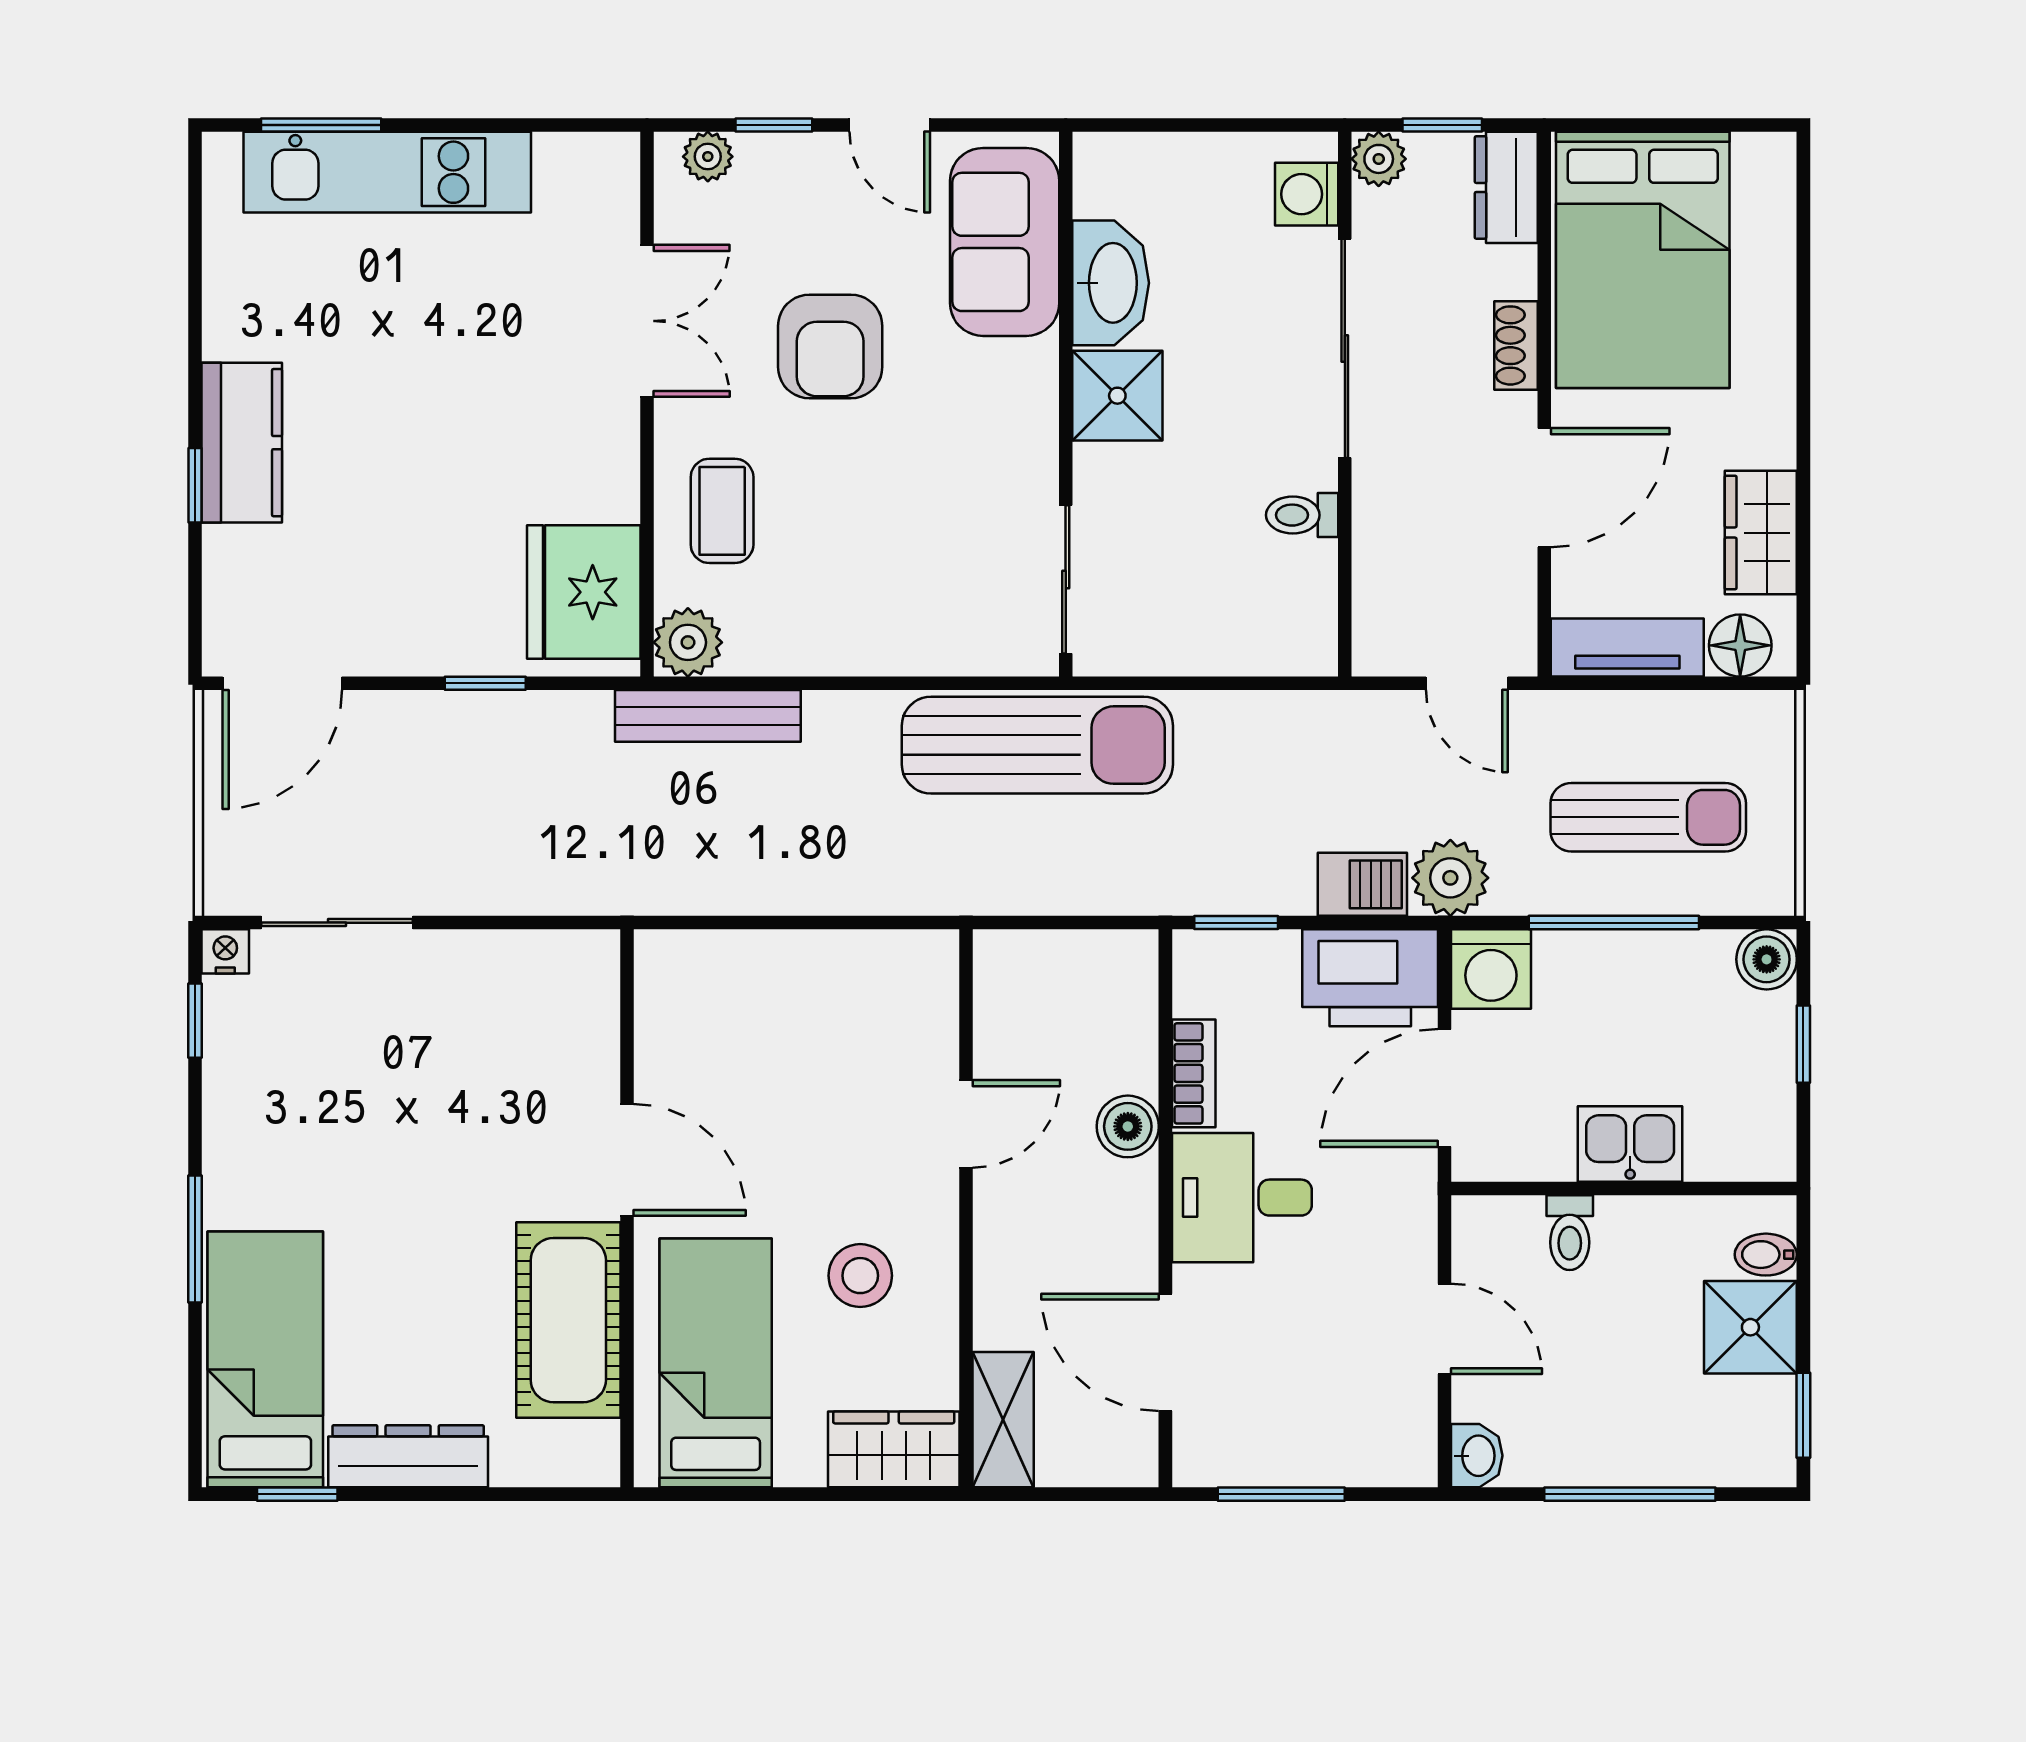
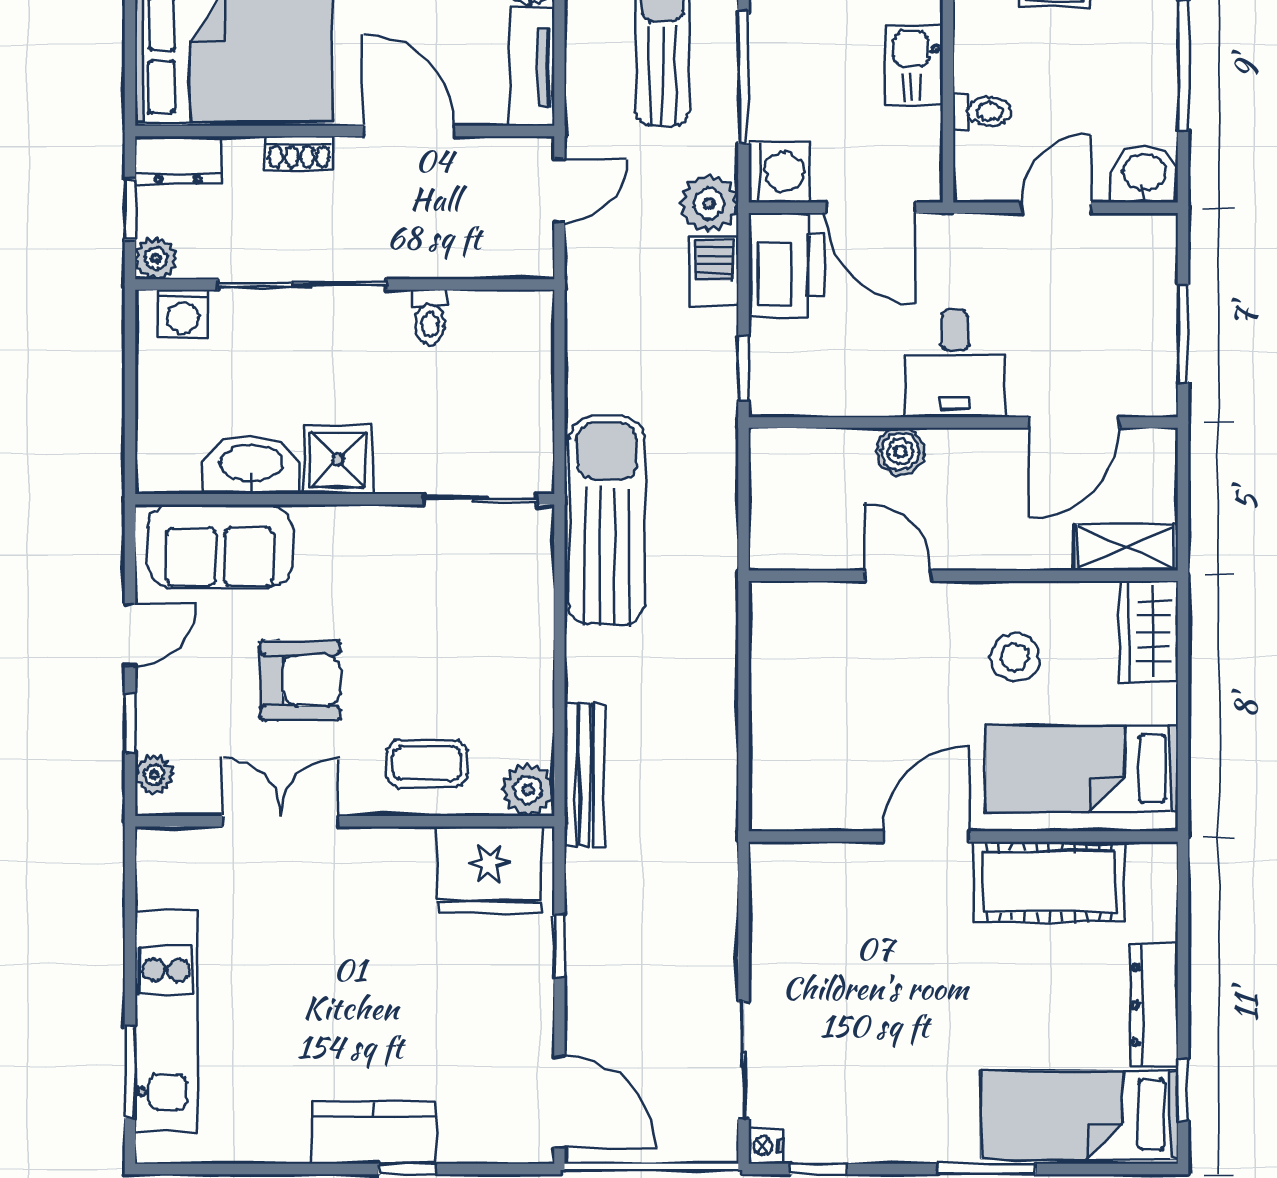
bookcase: (1194, 1073) -> (859, 401), removed
washbasin: (1477, 1456) -> (1144, 174), width x1.38, depth x1.45

